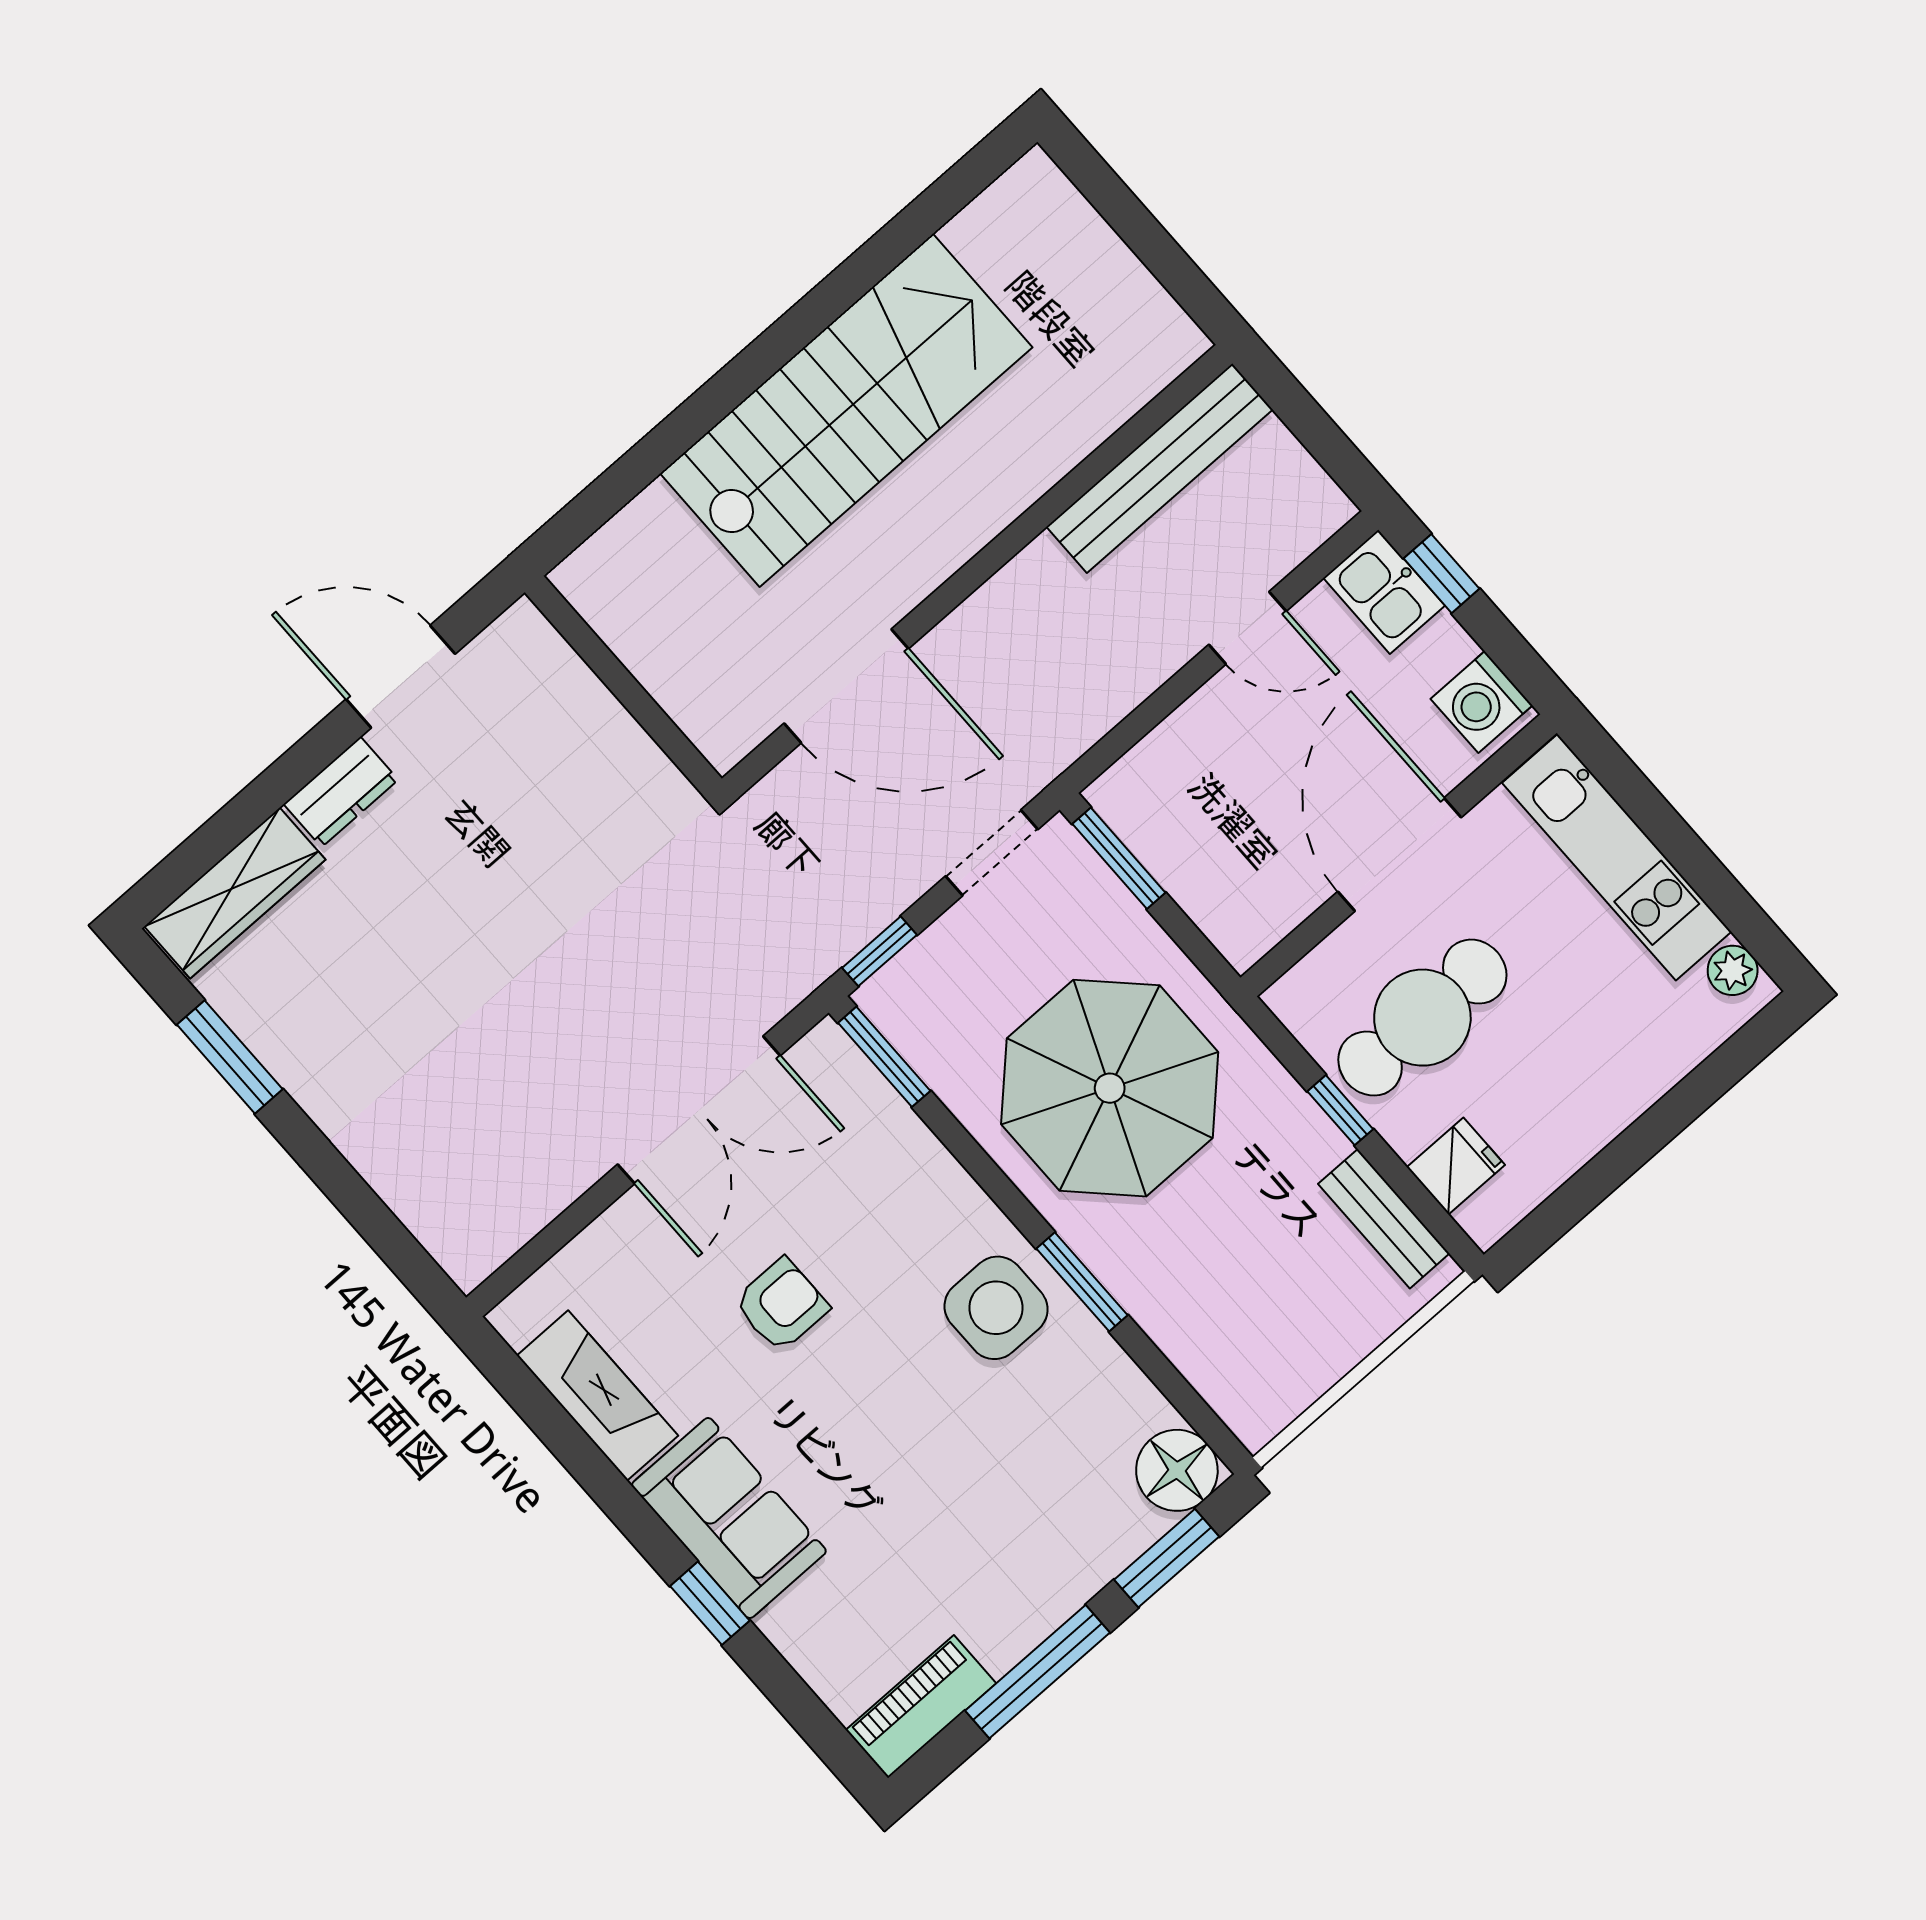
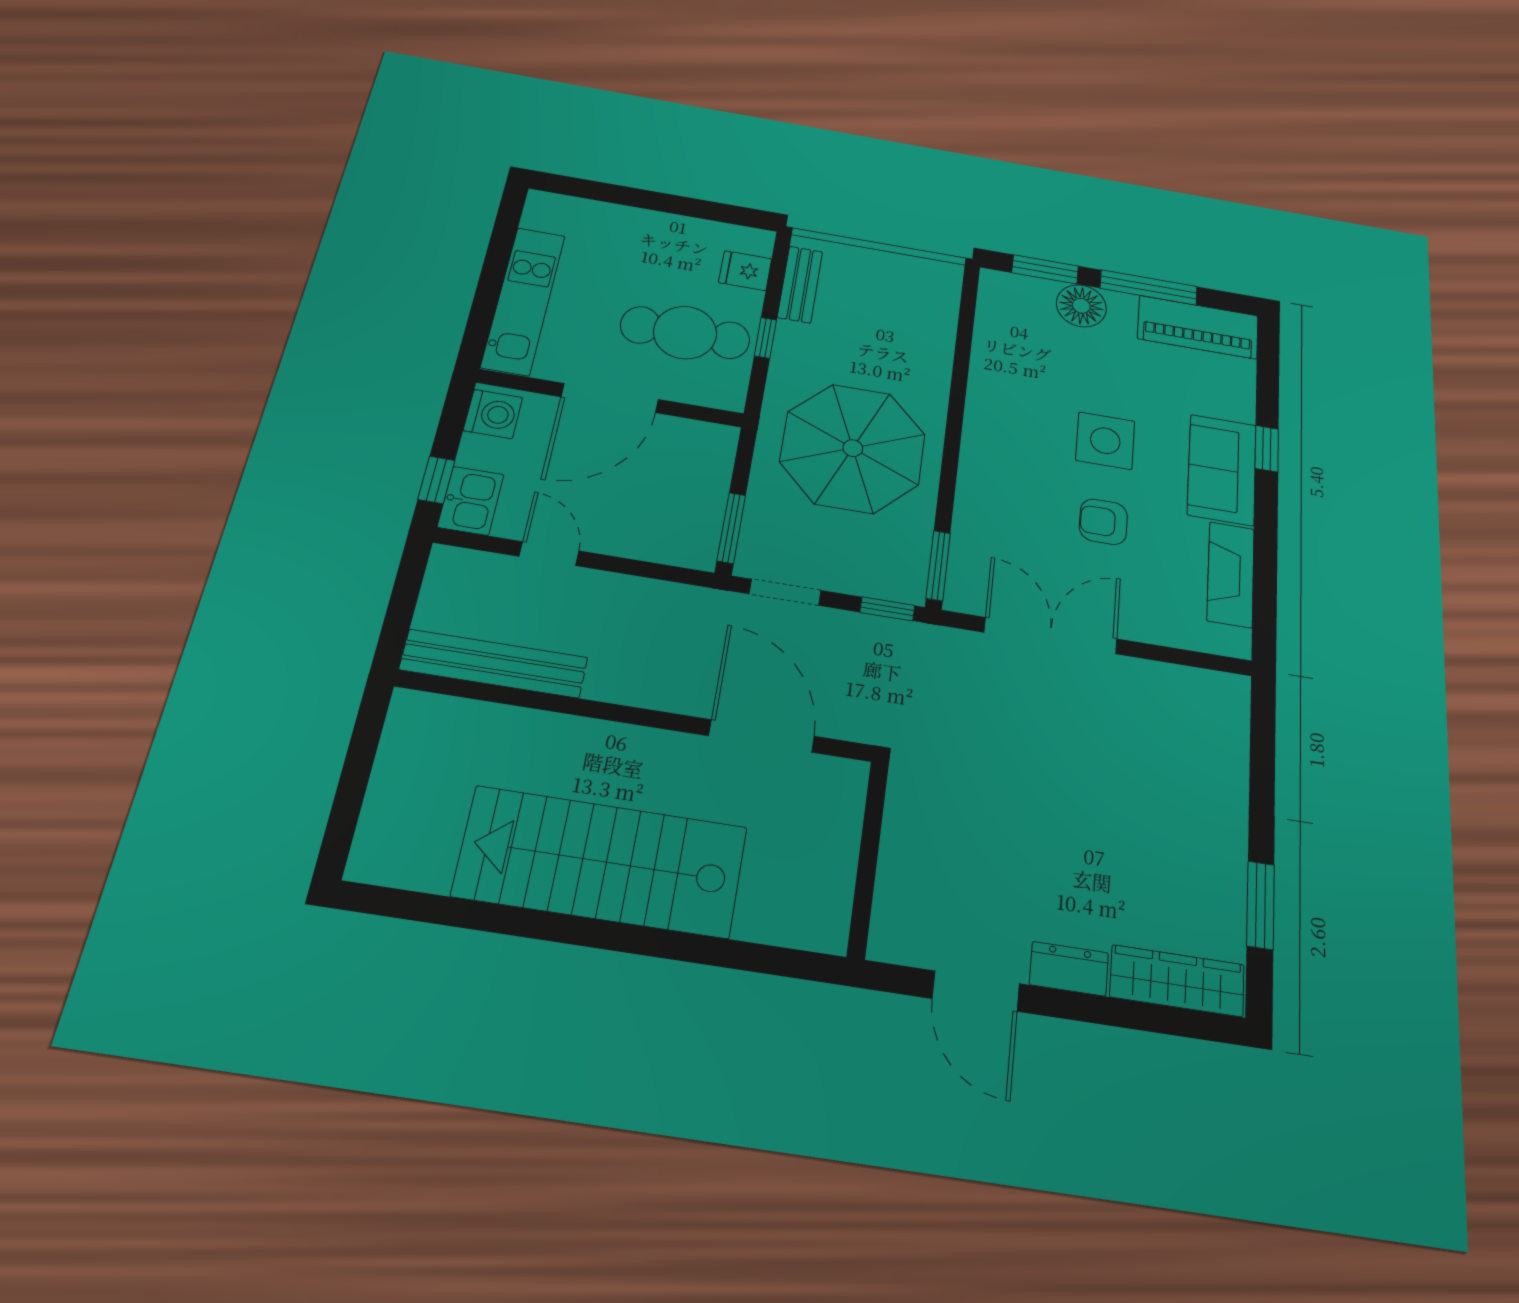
plant: (1733, 970) -> (537, 216), removed
window: (1082, 1282) -> (958, 394), removed
side table: (996, 1308) -> (1105, 441), moved
floor lamp: (1177, 1470) -> (1081, 306), moved
piano: (921, 1707) -> (1198, 327), width x1.37, depth x1.33

